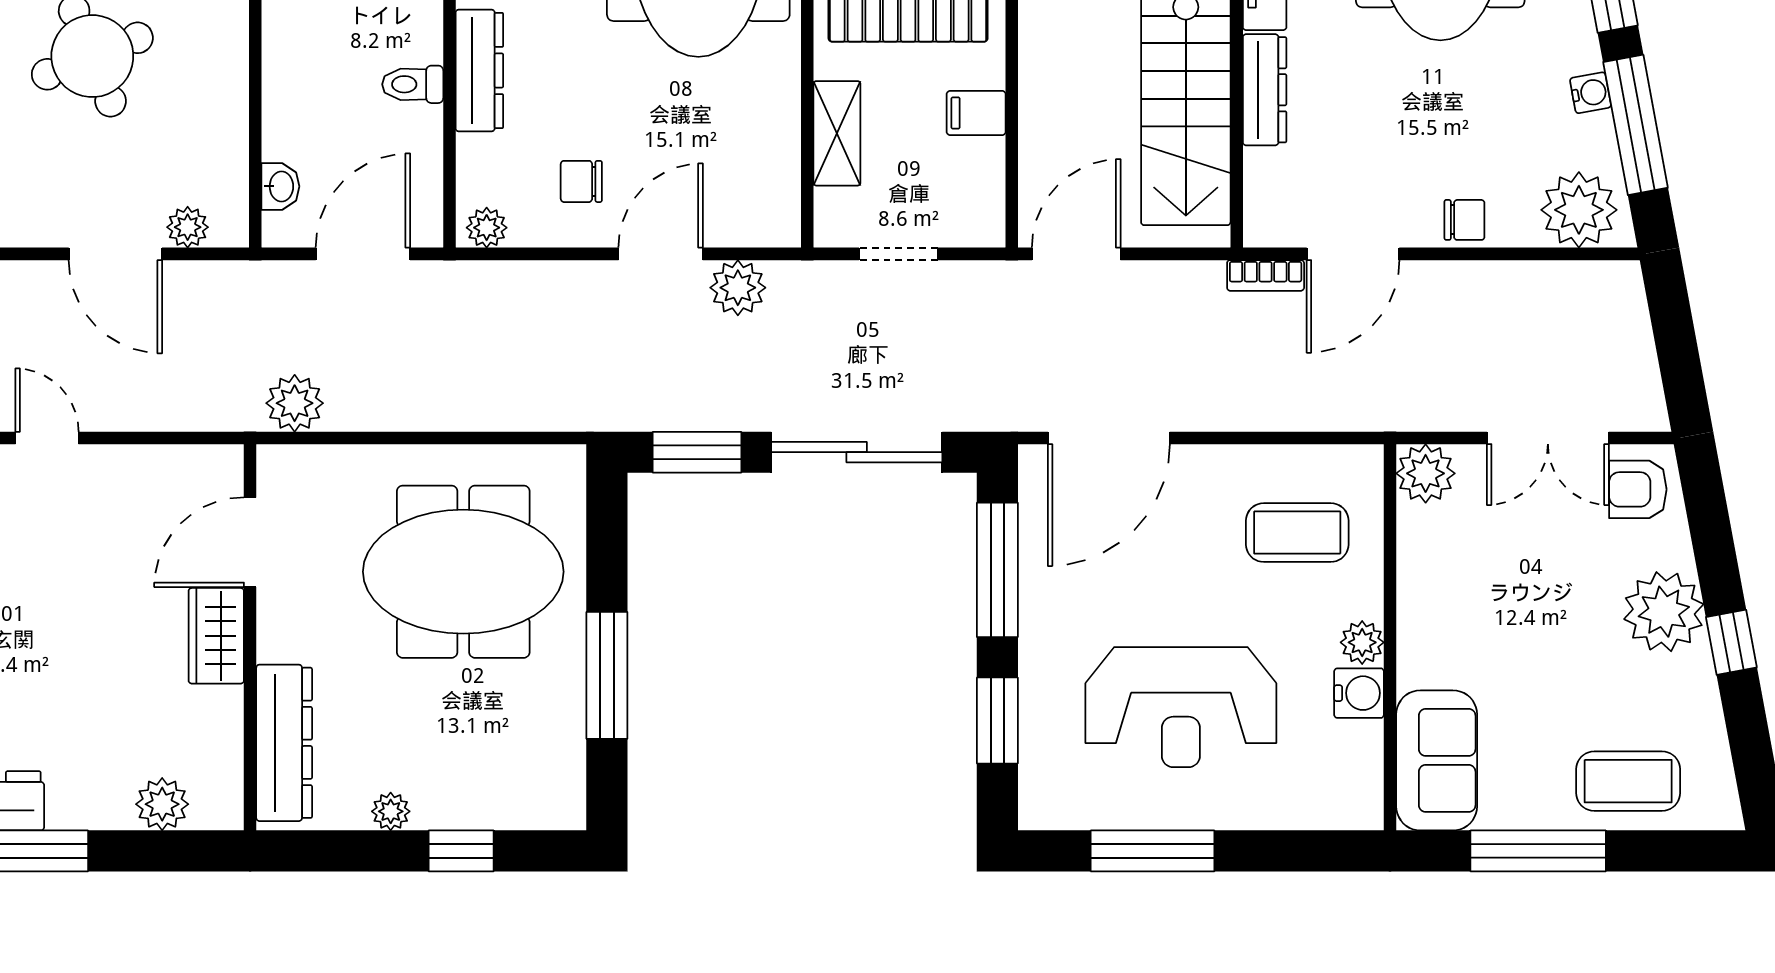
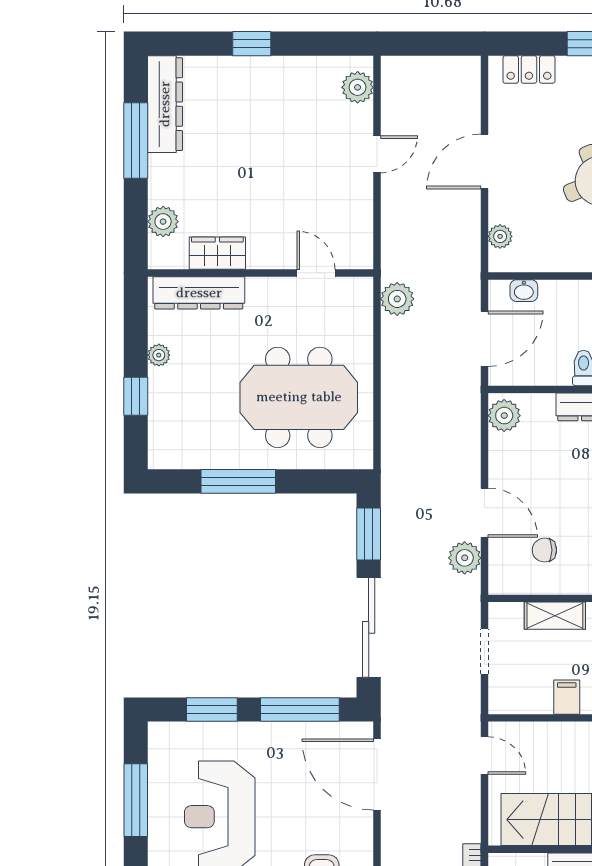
chair: (581, 181) -> (544, 550), moved, turned -90
plant: (487, 228) -> (504, 416), width x1.38, depth x1.38
door: (115, 254) -> (484, 162), moved
door: (363, 254) -> (484, 339), hinge flipped
door: (1076, 254) -> (484, 756), width x0.73
door: (250, 542) -> (316, 273), width x0.73
meeting table: (463, 572) -> (299, 397), turned 90
wardrobe: (216, 636) -> (217, 253), moved

